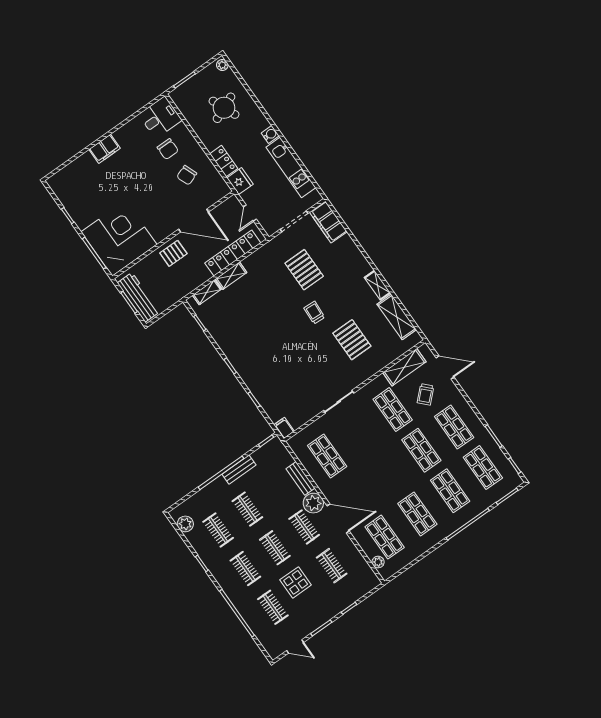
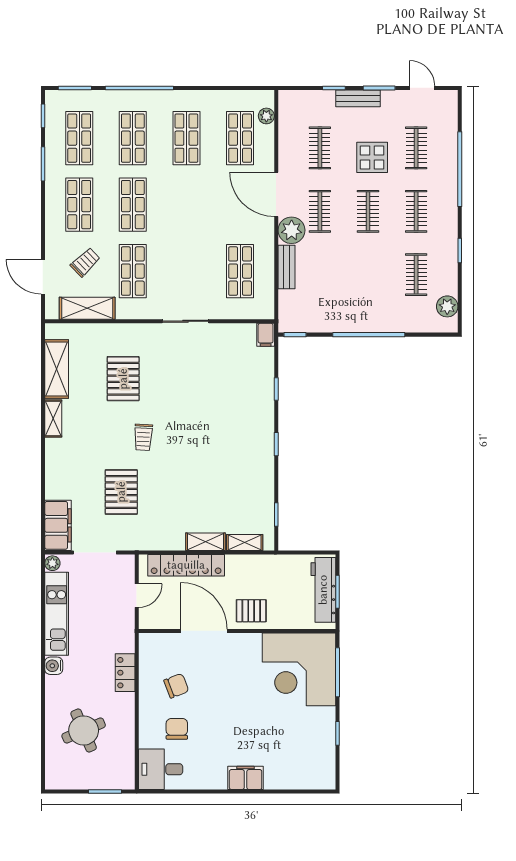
plant: (222, 65) -> (52, 563), moved
fridge: (240, 181) -> (123, 638), removed
bench: (239, 470) -> (358, 98), moved
clothes rail: (247, 509) -> (368, 275), removed

